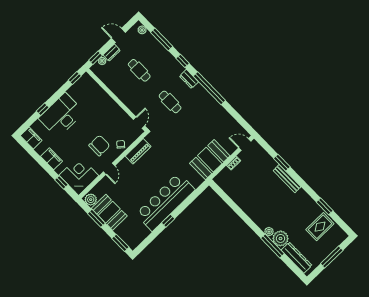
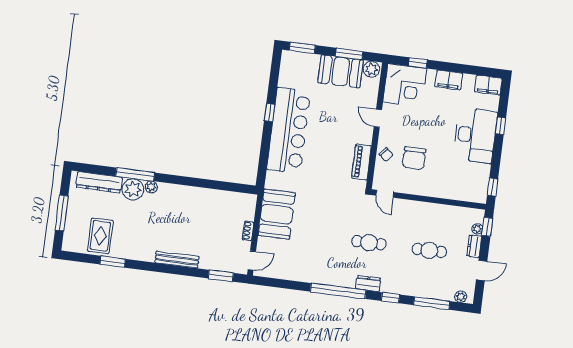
chair: (99, 146) -> (414, 158), moved
window: (282, 163) -> (221, 276), moved

